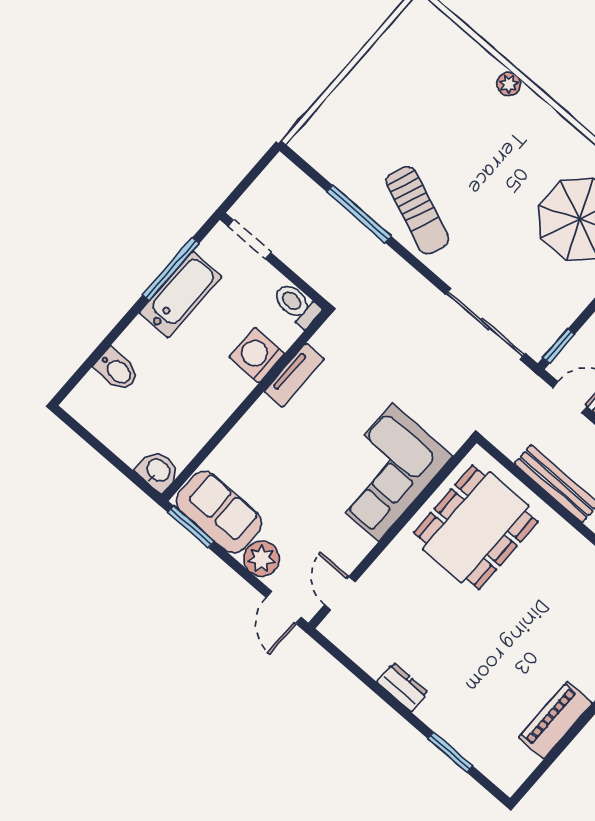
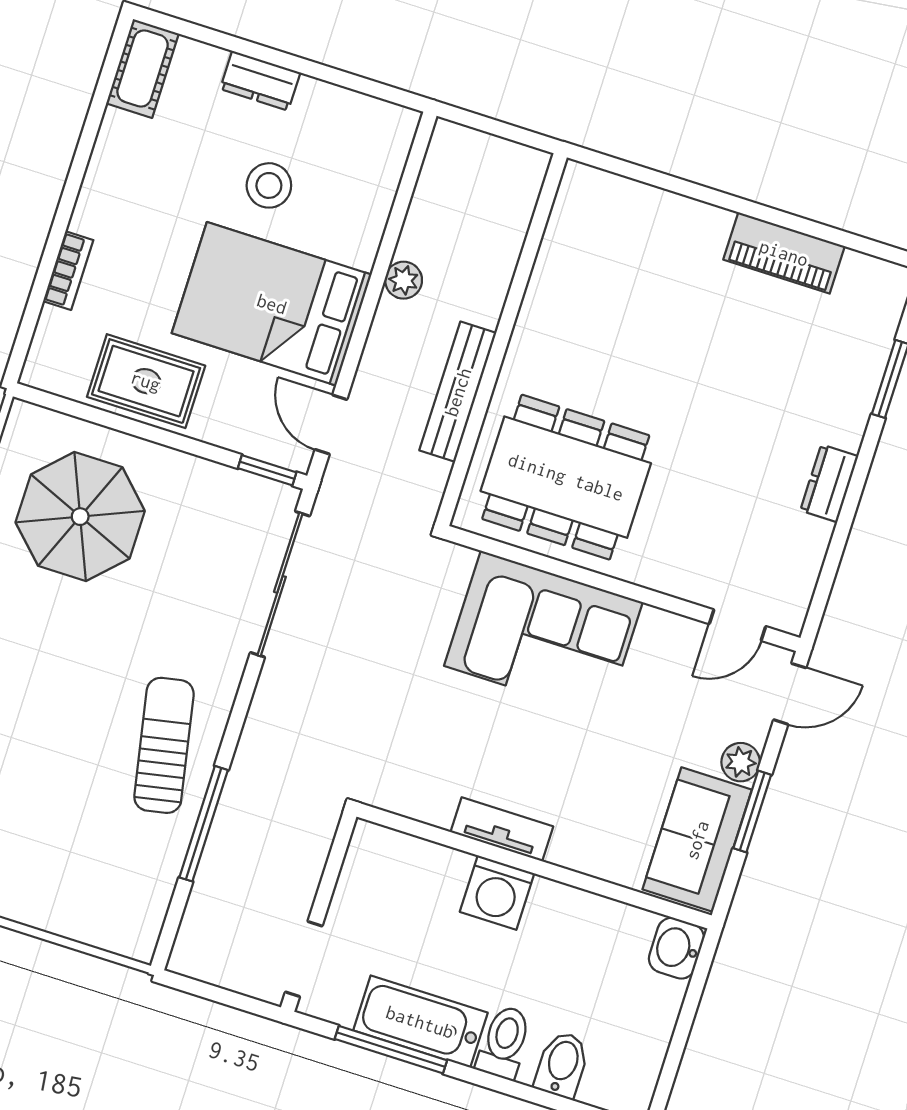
sun lounger: (417, 210) -> (164, 745), turned -33
toilet: (296, 305) -> (504, 1042), moved, turned 180
washing machine: (257, 355) -> (497, 893), moved
tv unit: (294, 375) -> (502, 829), moved
window: (191, 527) -> (752, 811), moved
plant: (262, 559) -> (741, 762), width x0.73, depth x0.73

